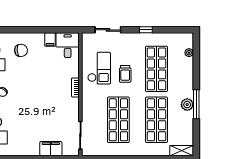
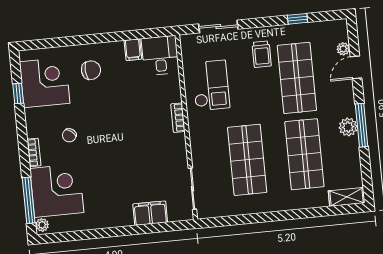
window: (146, 30) -> (297, 19), moved
door: (196, 66) -> (356, 67), added
trolley: (125, 74) -> (262, 54), moved

